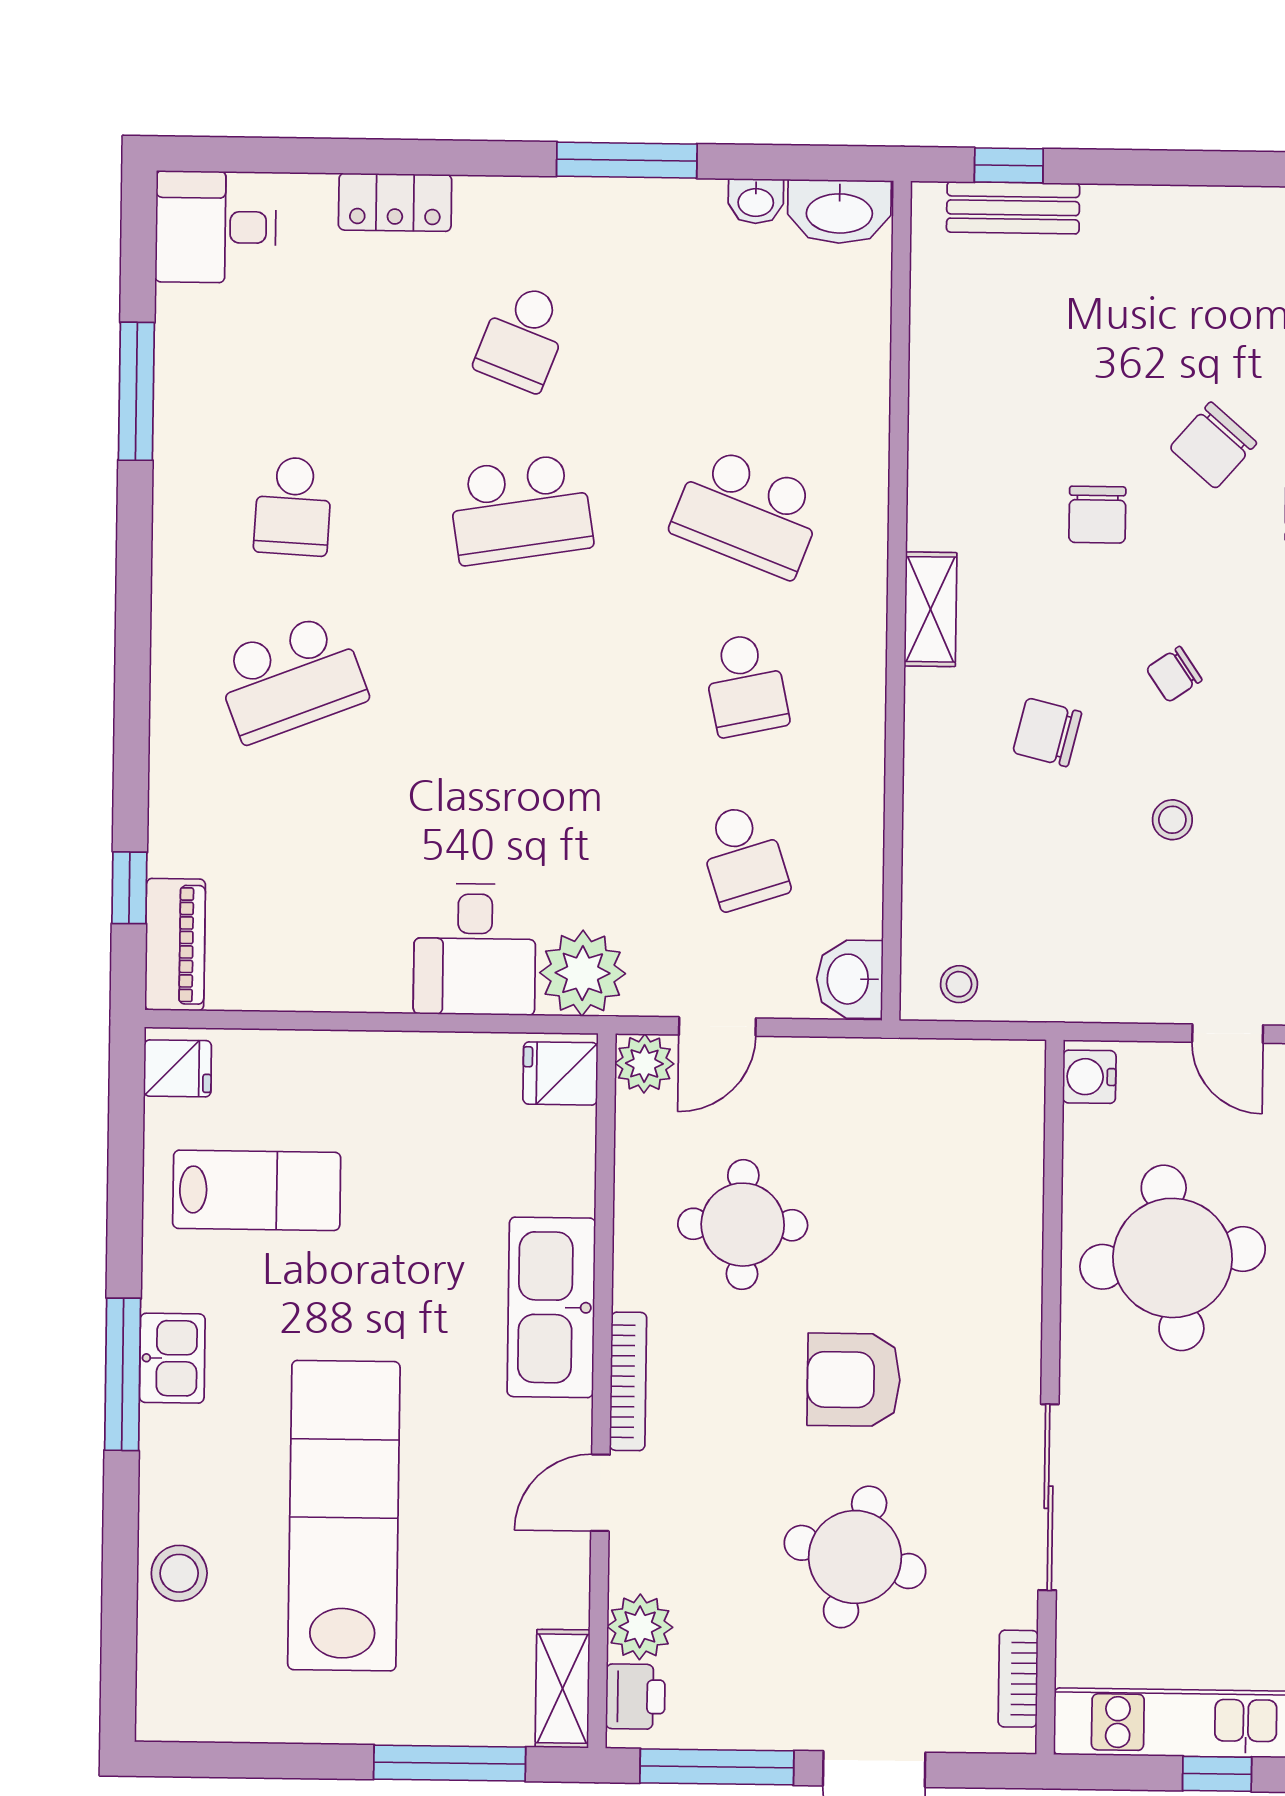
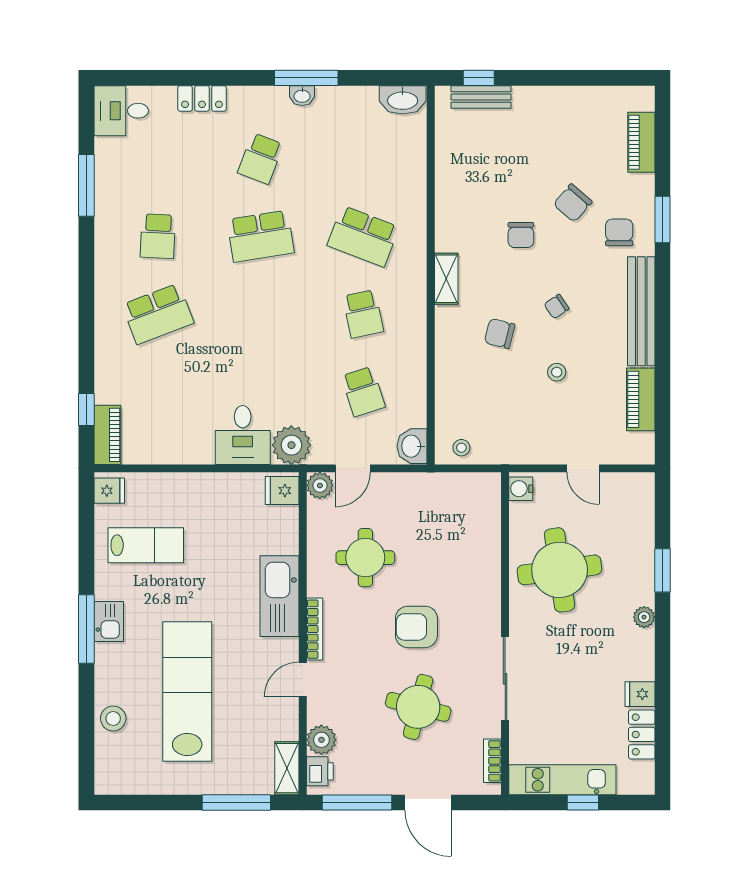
washbasin: (756, 201) -> (302, 96), moved

